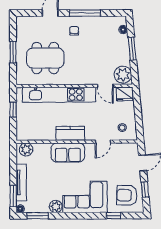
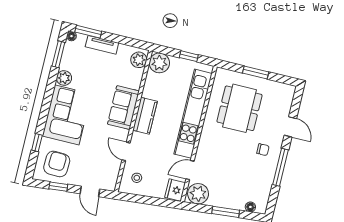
plant: (24, 132) -> (159, 63), added
tv unit: (21, 182) -> (102, 45), width x0.71

